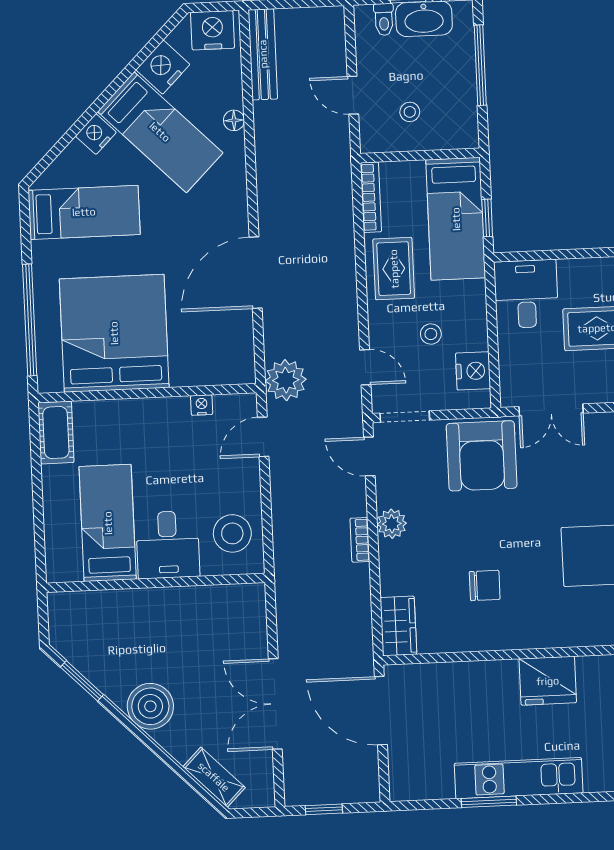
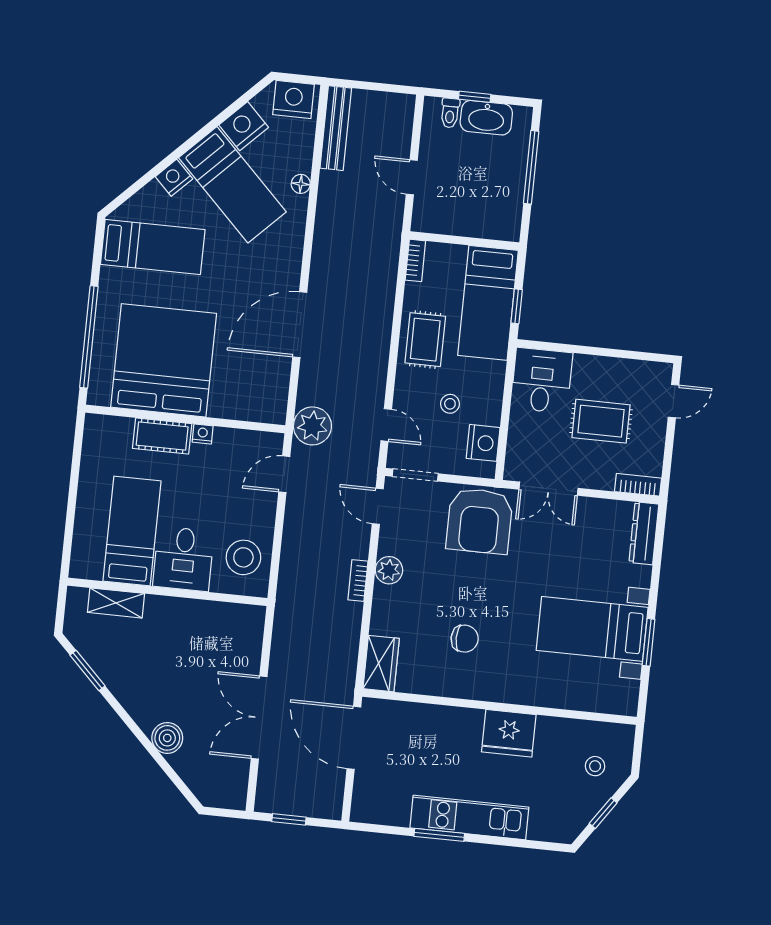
stool: (410, 112) -> (461, 200), removed
bookcase: (371, 197) -> (415, 260), width x0.64
nightstand: (202, 405) -> (203, 434), moved
cot: (56, 433) -> (162, 436), moved, turned 90
boiler: (150, 706) -> (167, 738), moved, width x0.73, depth x0.73
shelving: (214, 777) -> (116, 603), moved, turned -45

